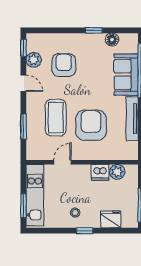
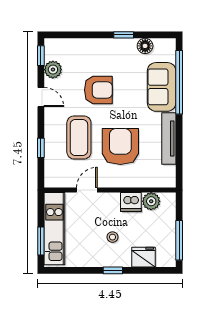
armchair: (64, 65) -> (98, 90), moved, turned 90
window: (23, 127) -> (41, 148), width x0.67
stool: (75, 213) -> (112, 237), moved

